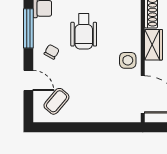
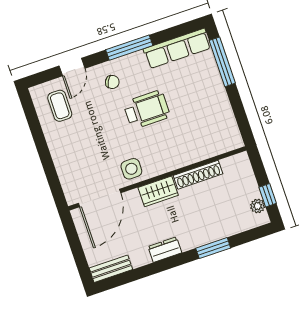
wheelchair: (84, 31) -> (147, 110), turned 180
coffee table: (56, 101) -> (60, 106), turned 50

